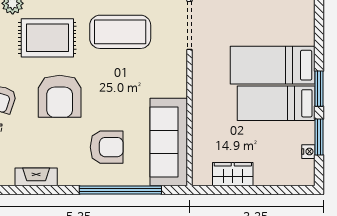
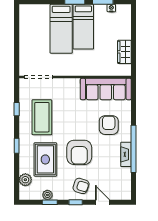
armchair: (60, 96) -> (79, 152), turned 90
fireplace: (36, 177) -> (126, 154), moved
window: (120, 190) -> (134, 149), moved

